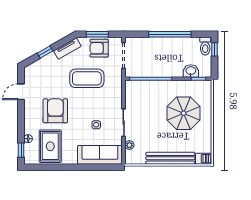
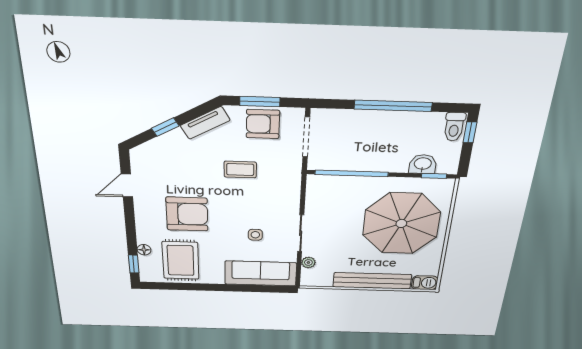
coffee table: (87, 78) -> (240, 170), width x0.54, depth x0.58
armchair: (55, 111) -> (187, 214), turned 90
parasol: (184, 113) -> (401, 223), width x1.36, depth x1.36

